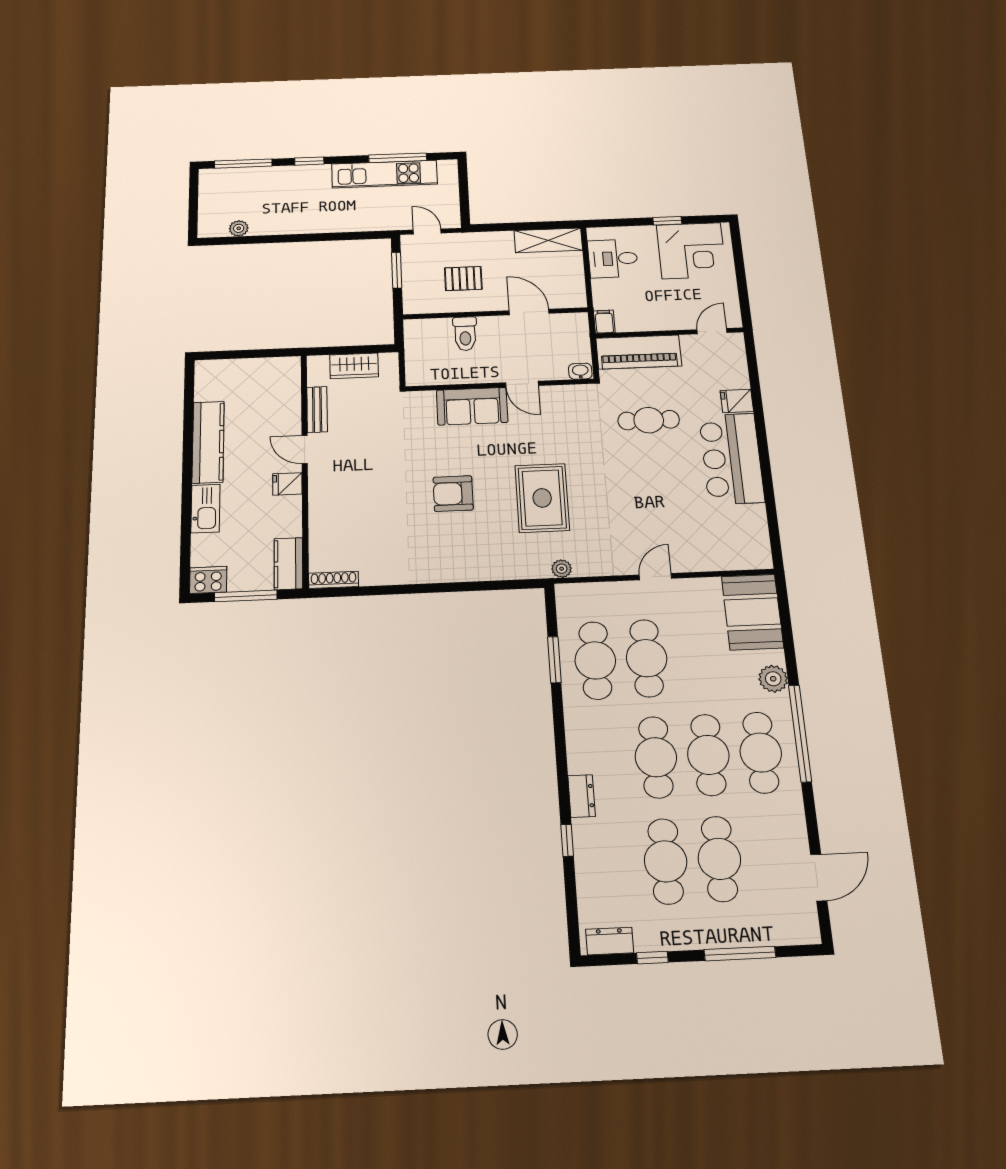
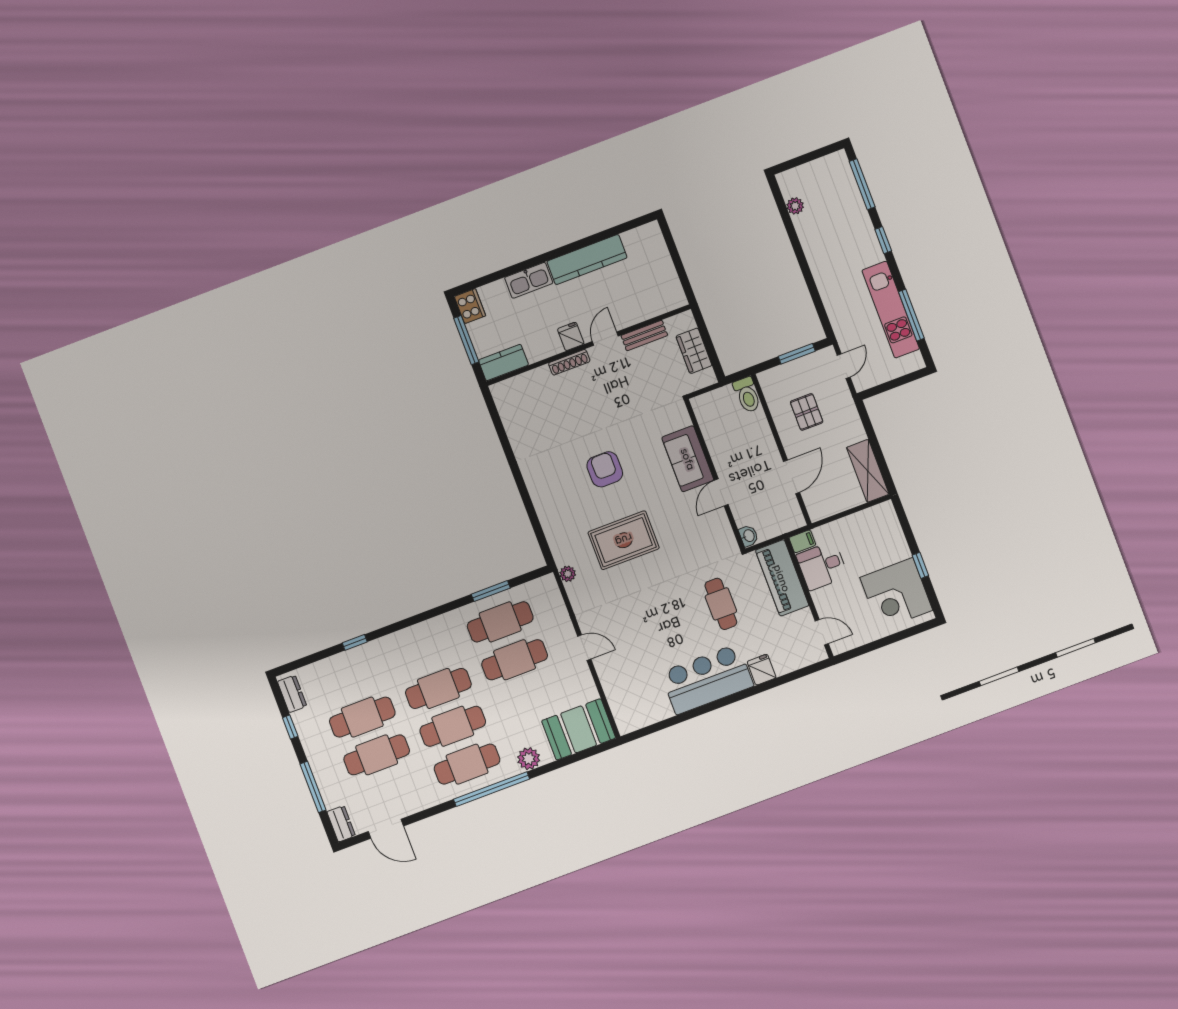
desk: (613, 259) -> (822, 566), moved, turned -90
toilet: (465, 334) -> (747, 395), moved, turned -90
shoe rack: (333, 580) -> (569, 362), moved, turned 90
dresser: (582, 796) -> (341, 824), moved, turned -90

